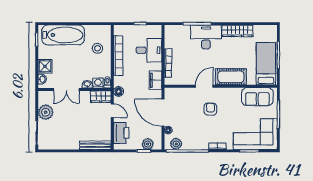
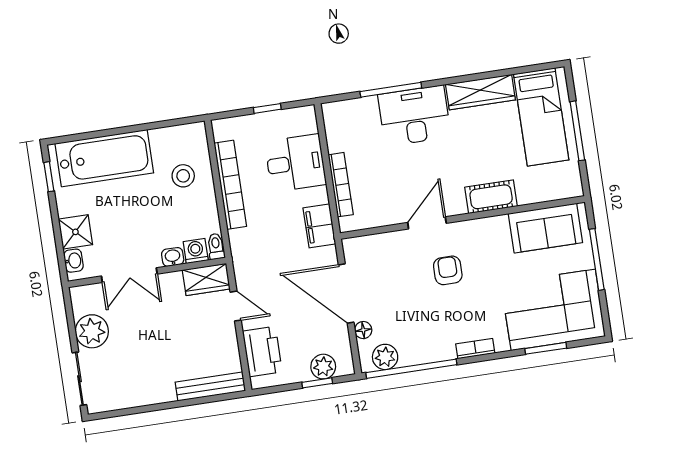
bed: (266, 64) -> (541, 117), moved, turned 180
cot: (231, 77) -> (491, 197), width x0.73, depth x0.75
floor lamp: (119, 92) -> (243, 262), removed

